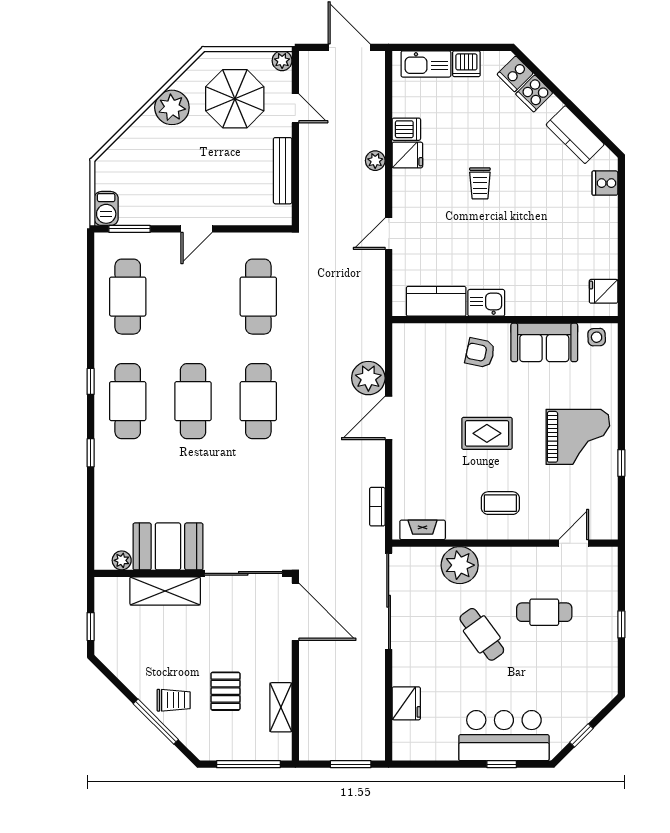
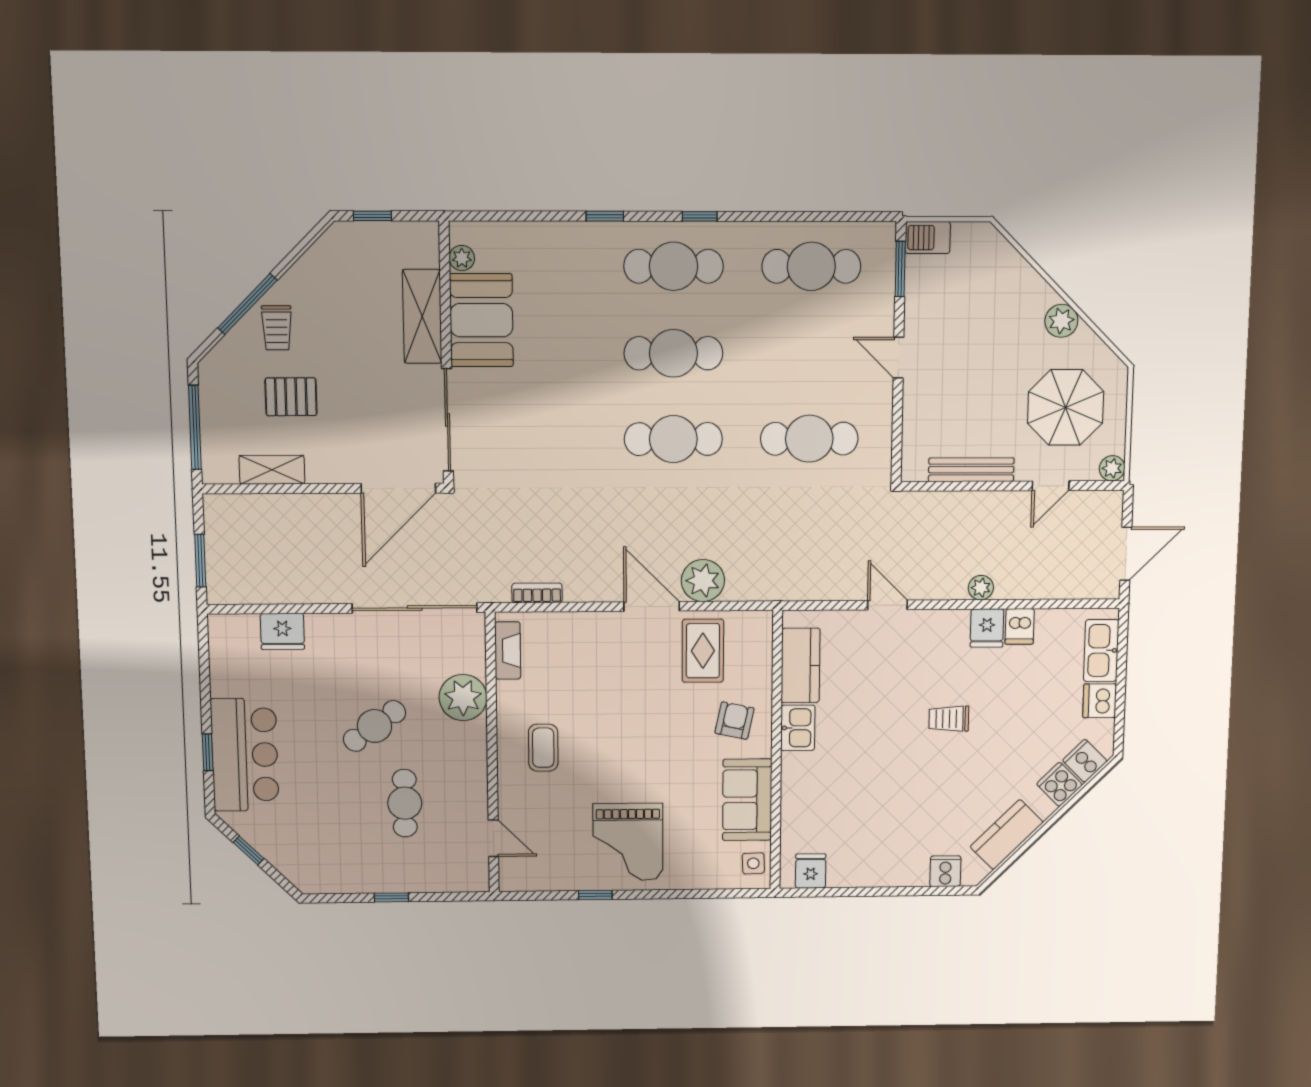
plant: (172, 107) -> (1061, 321), width x0.73, depth x0.73
rug: (487, 433) -> (703, 651), moved

